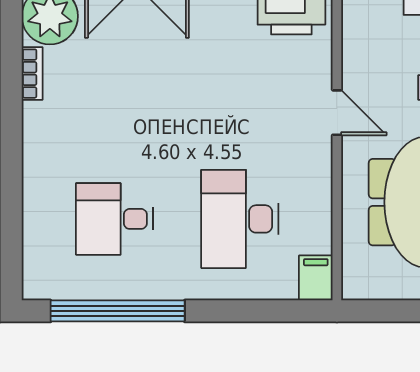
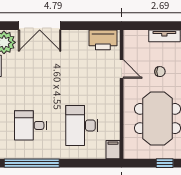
door: (337, 113) -> (122, 69), moved

